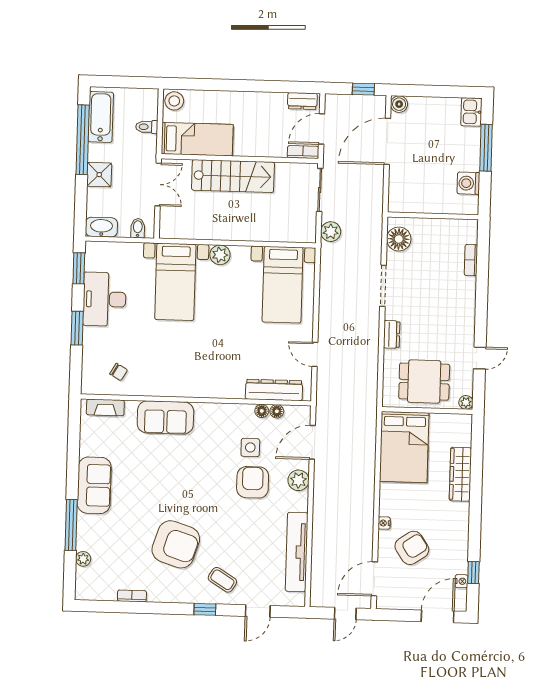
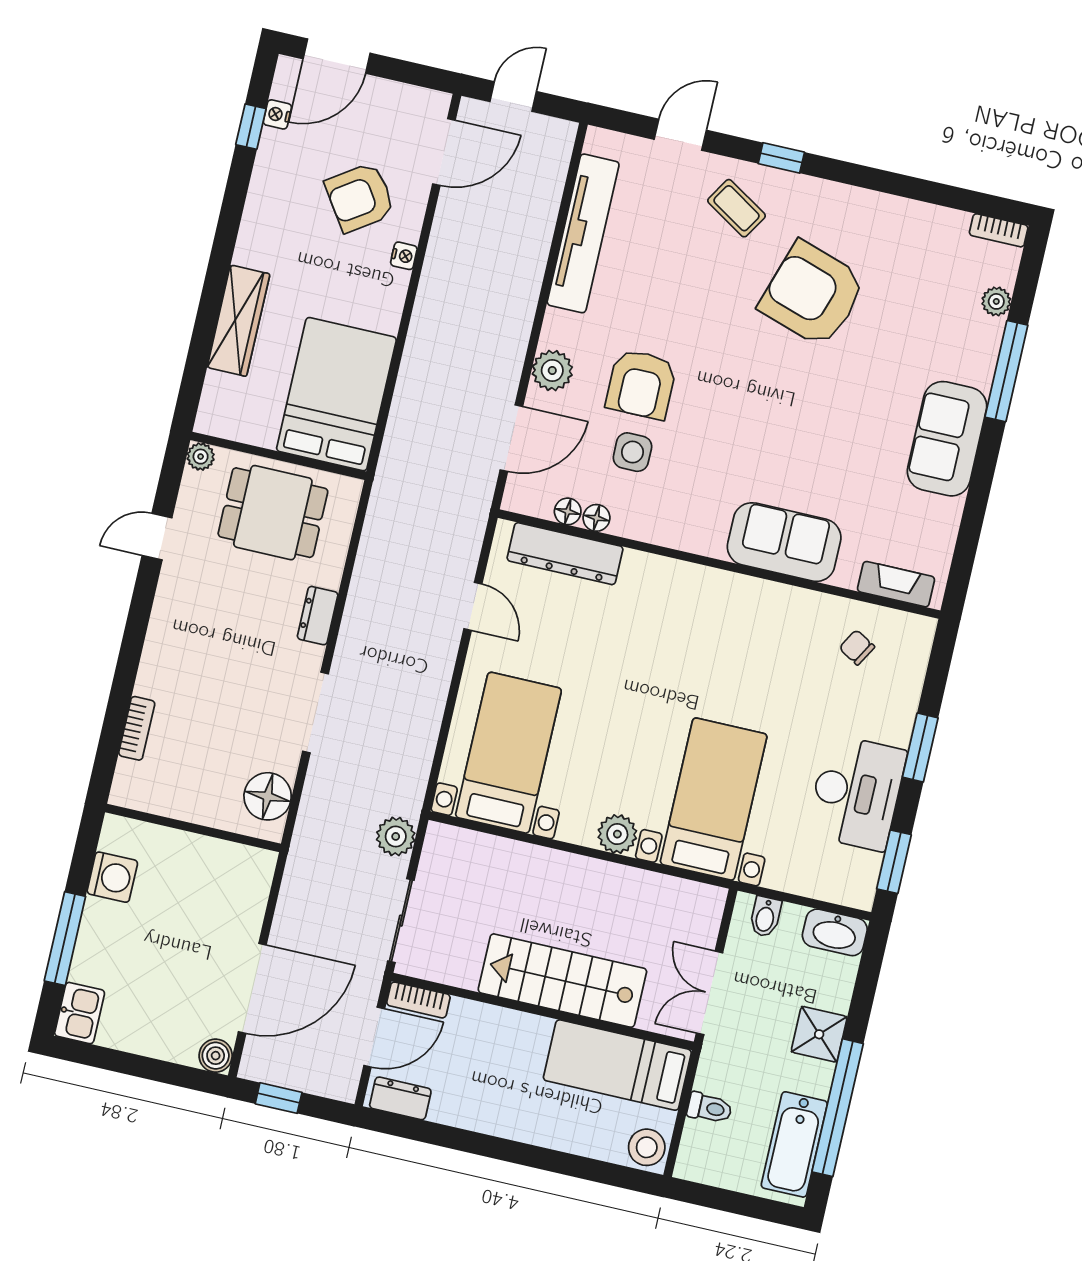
bookcase: (132, 596) -> (999, 230), moved

